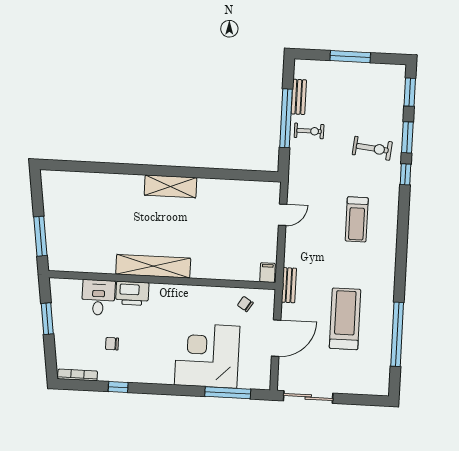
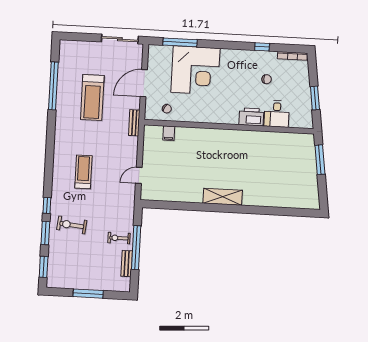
shelving: (153, 266) -> (236, 137), removed
filing cabinet: (267, 273) -> (169, 133), moved

